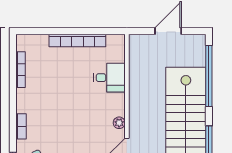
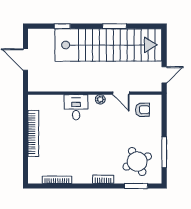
window: (209, 76) -> (62, 26), width x0.32
desk: (109, 78) -> (76, 107), moved

